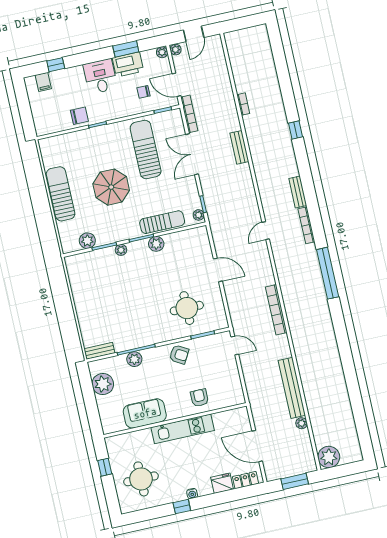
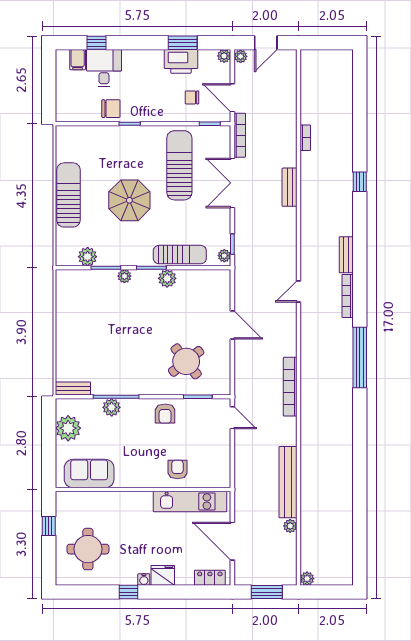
desk: (100, 76) -> (104, 68), moved
round table: (187, 308) -> (186, 361), turned -38
armchair: (179, 354) -> (165, 414), turned 60
sofa: (145, 413) -> (89, 474), moved
kitchen unit: (183, 429) -> (190, 501), moved
plant: (329, 457) -> (307, 579), width x0.53, depth x0.53
fridge: (222, 483) -> (163, 575), moved

